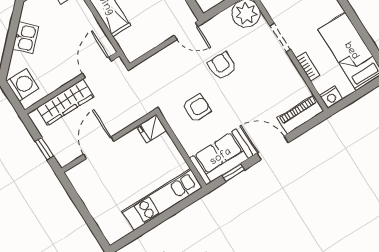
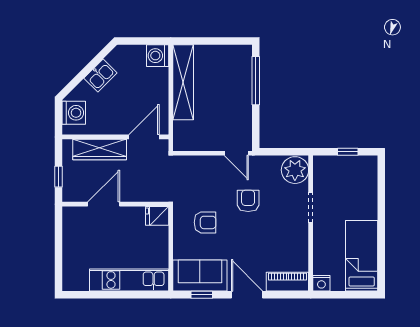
bookcase: (308, 67) -> (318, 246), removed

